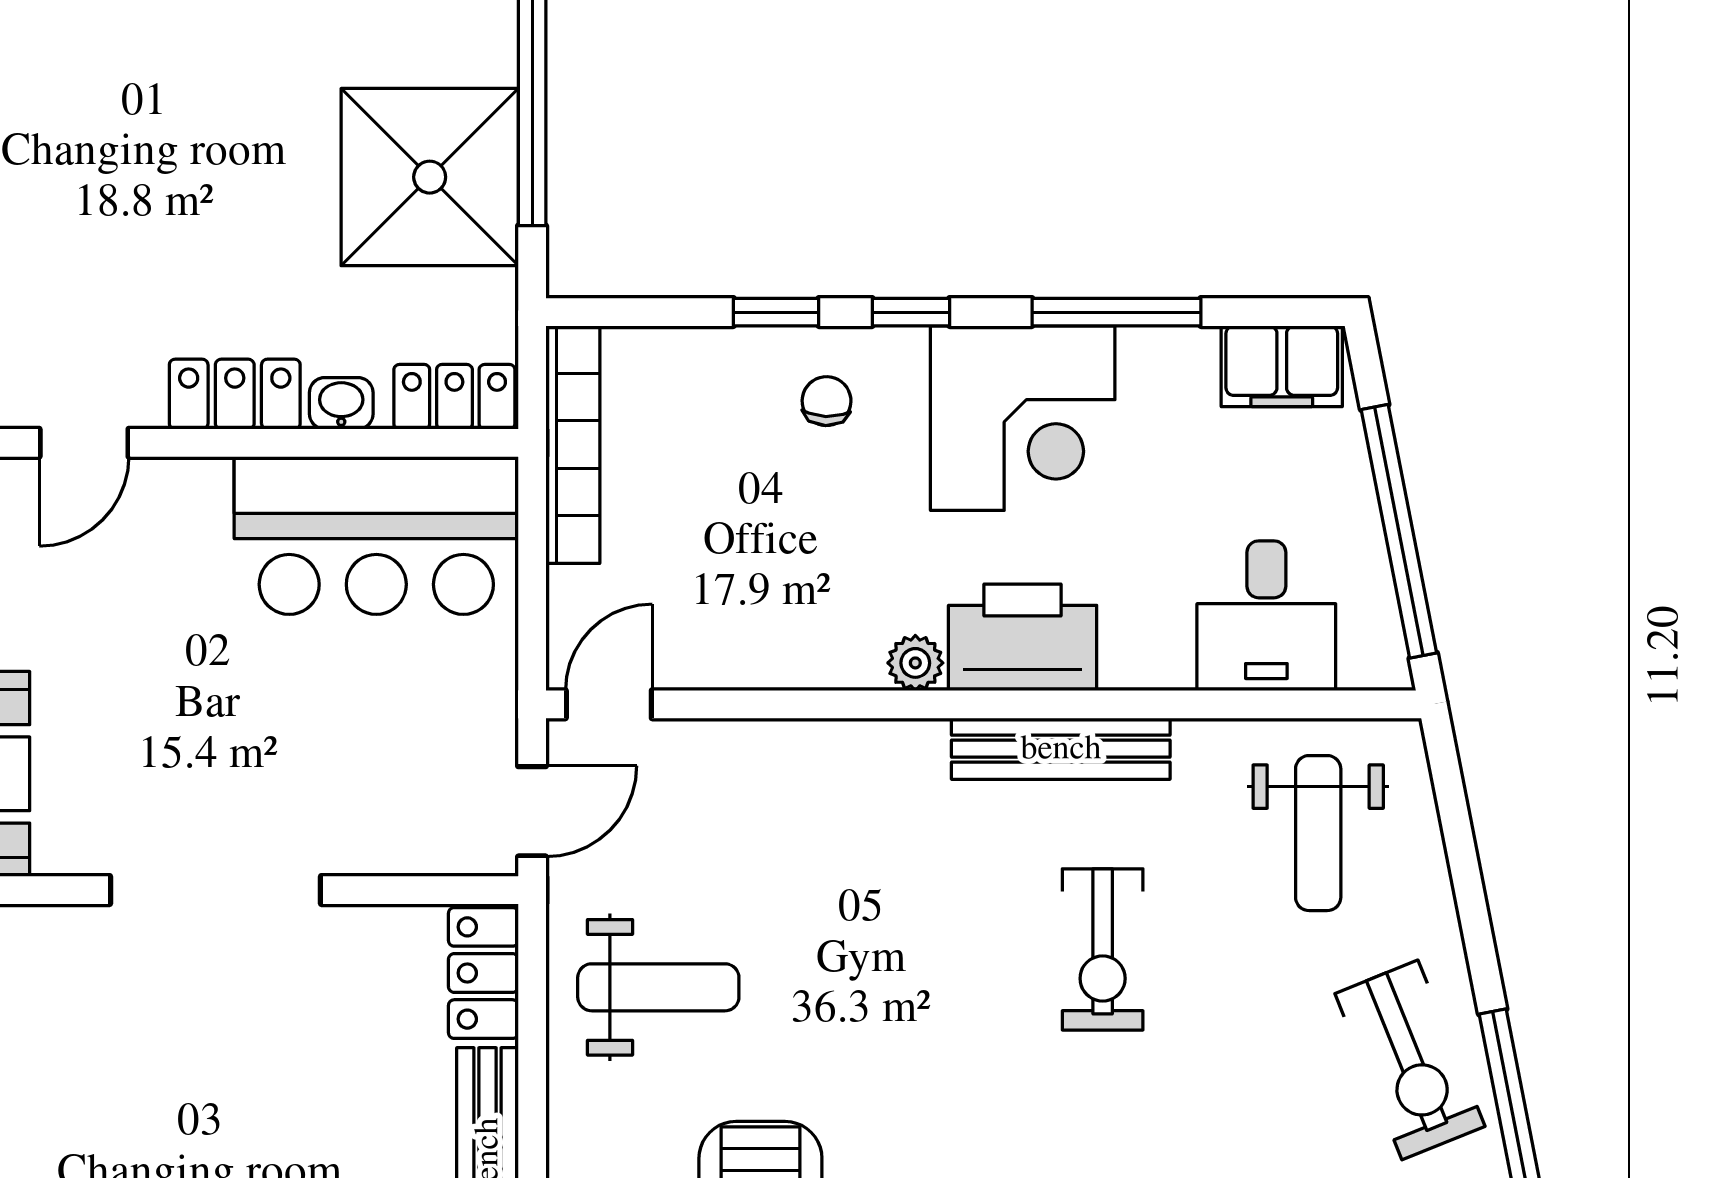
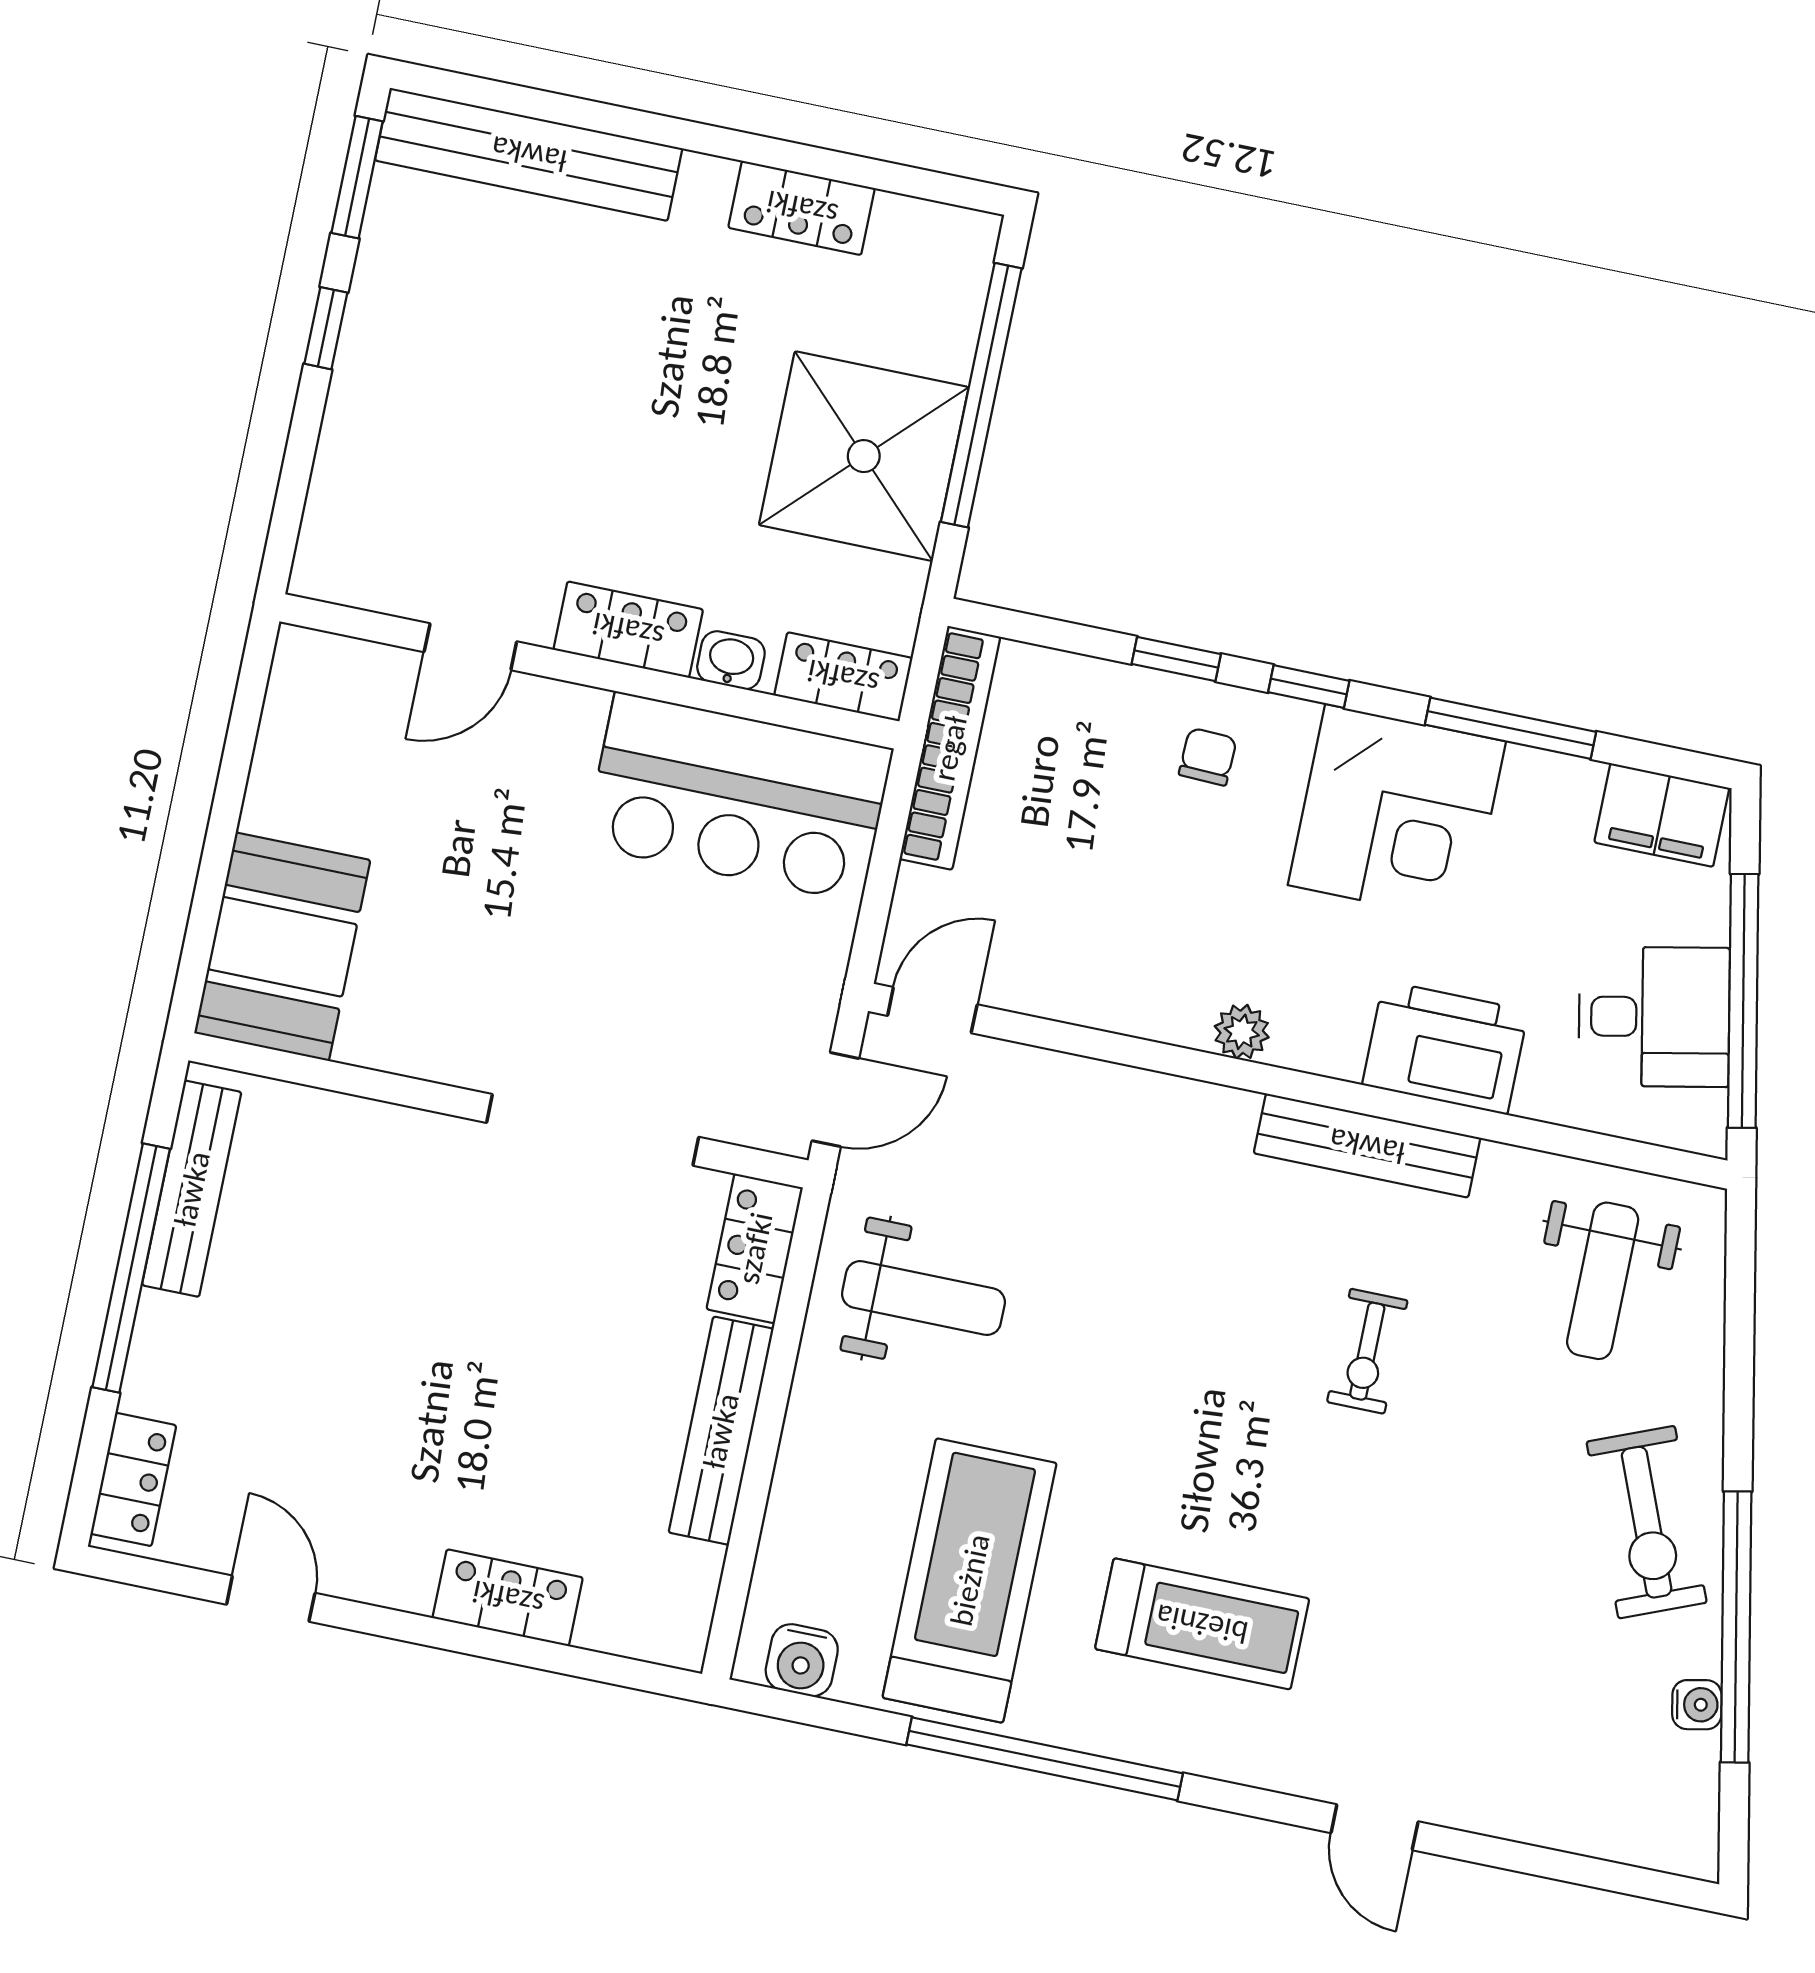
desk: (1266, 616) -> (1654, 1017), moved, turned -101
printer: (1023, 637) -> (1445, 1048), moved
doorway: (215, 890) -> (593, 1130), moved
exercise bike: (1103, 949) -> (1367, 1351), width x0.73, depth x0.72

